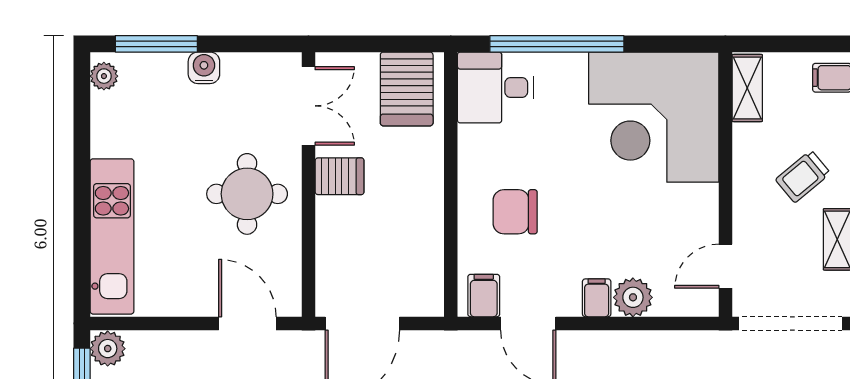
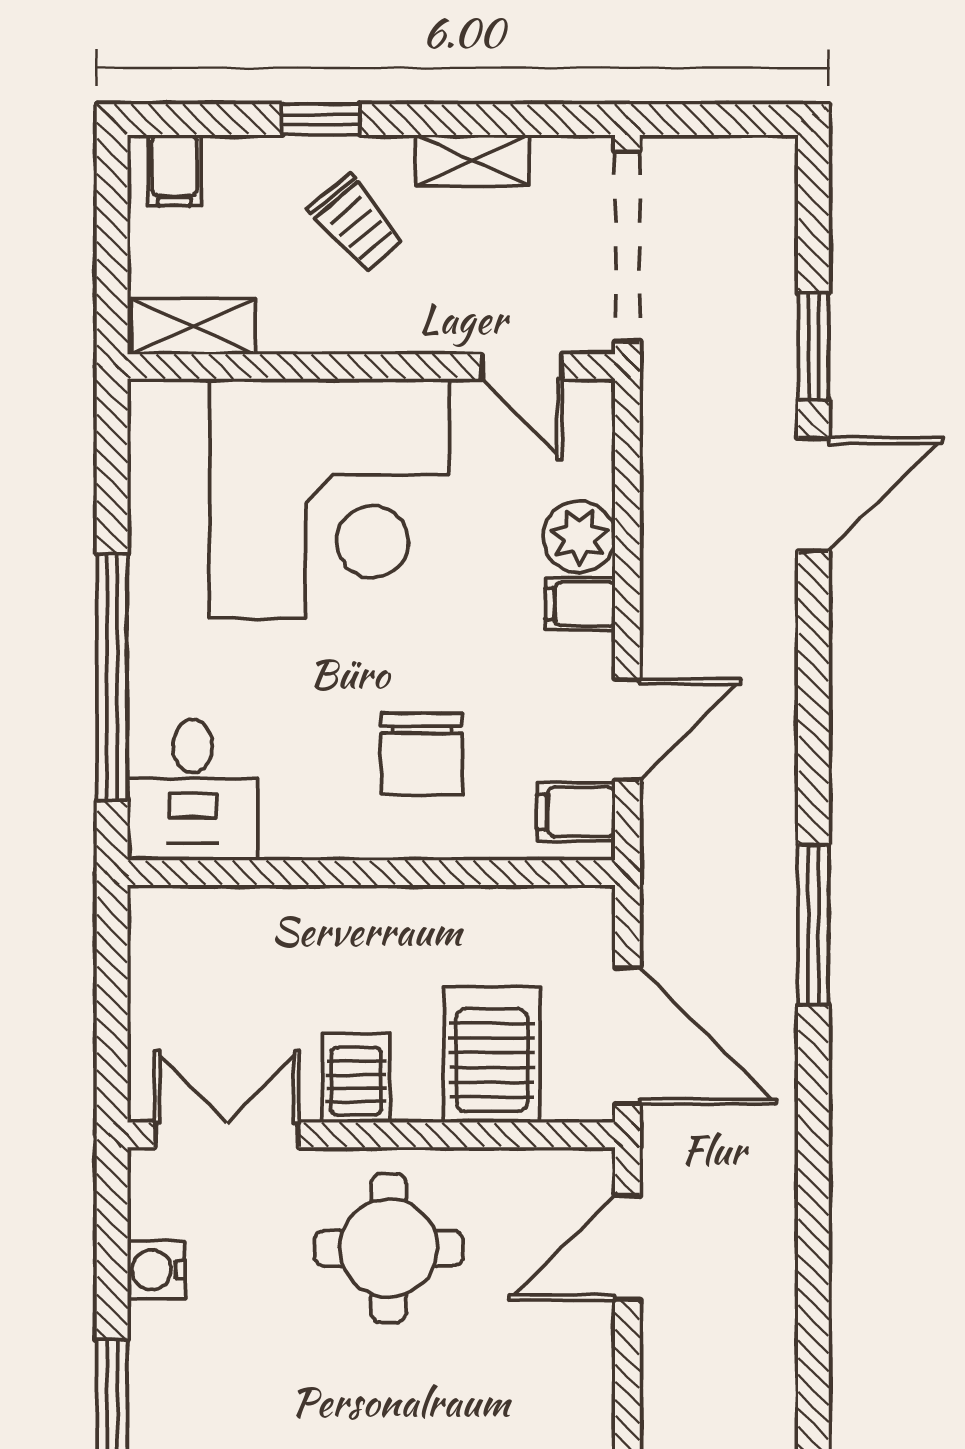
water cooler: (204, 68) -> (156, 1270), moved
server rack: (407, 89) -> (492, 1055), moved, turned -90
corner desk: (654, 117) -> (329, 499), moved

